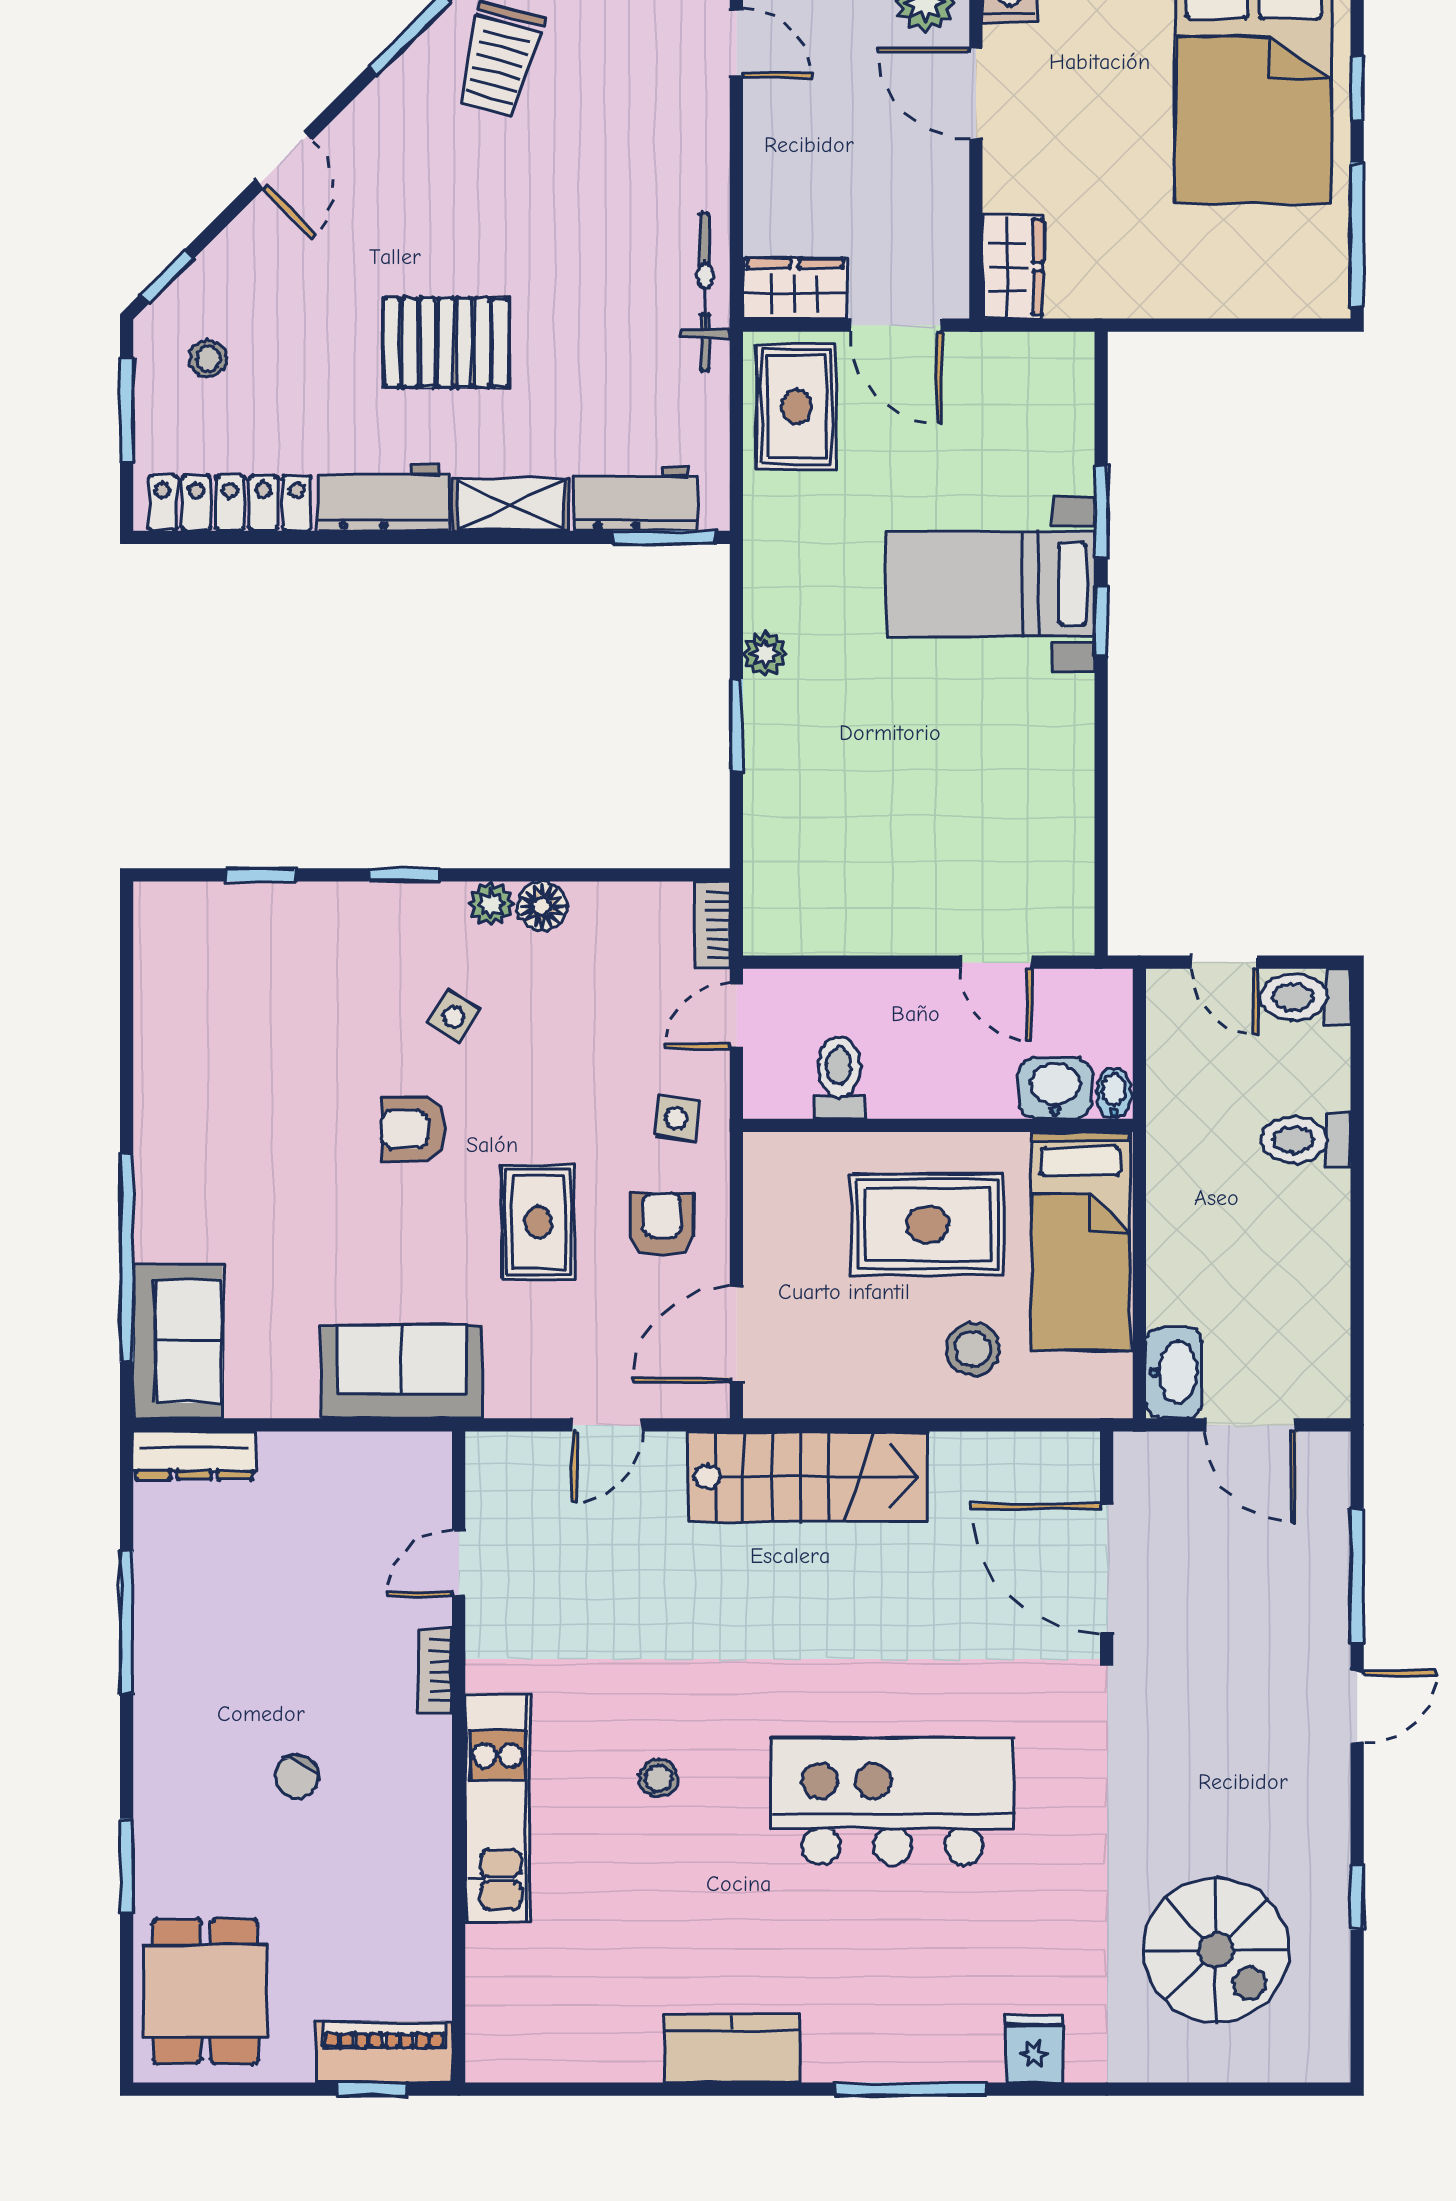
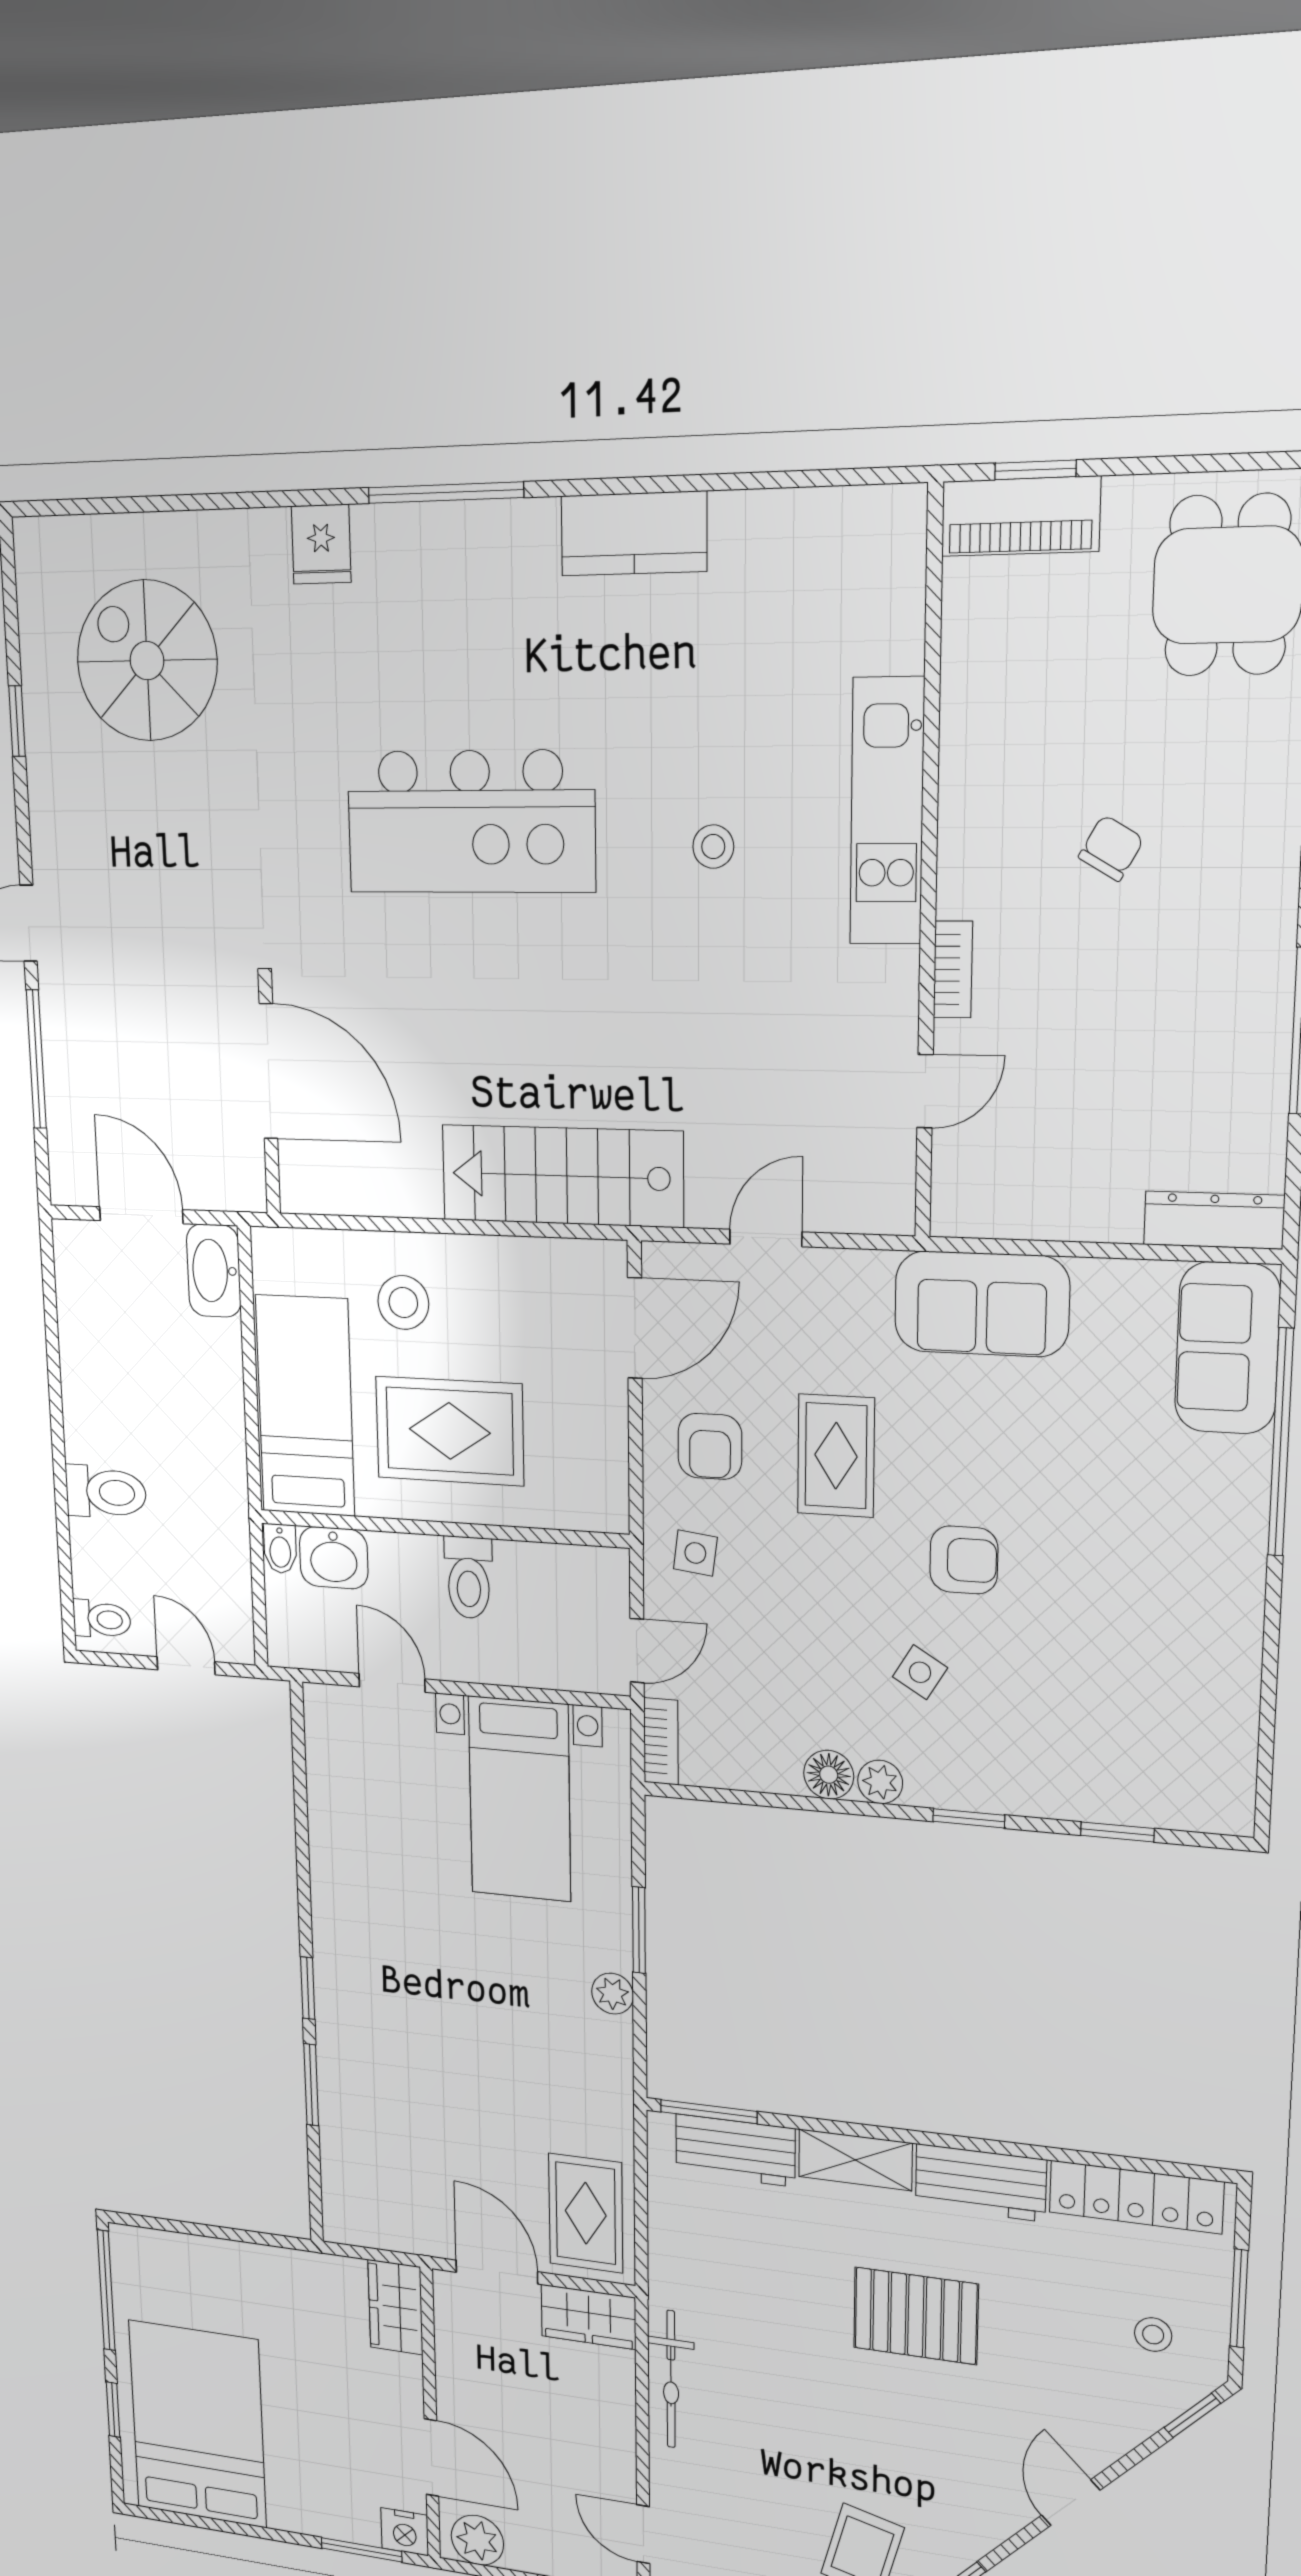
bicycle: (705, 292) -> (671, 2379), moved
bed with nightstands: (991, 584) -> (520, 1799), moved, turned 90
toilet: (1306, 997) -> (102, 1619), width x0.73, depth x0.72
toilet: (839, 1078) -> (469, 1578), moved

